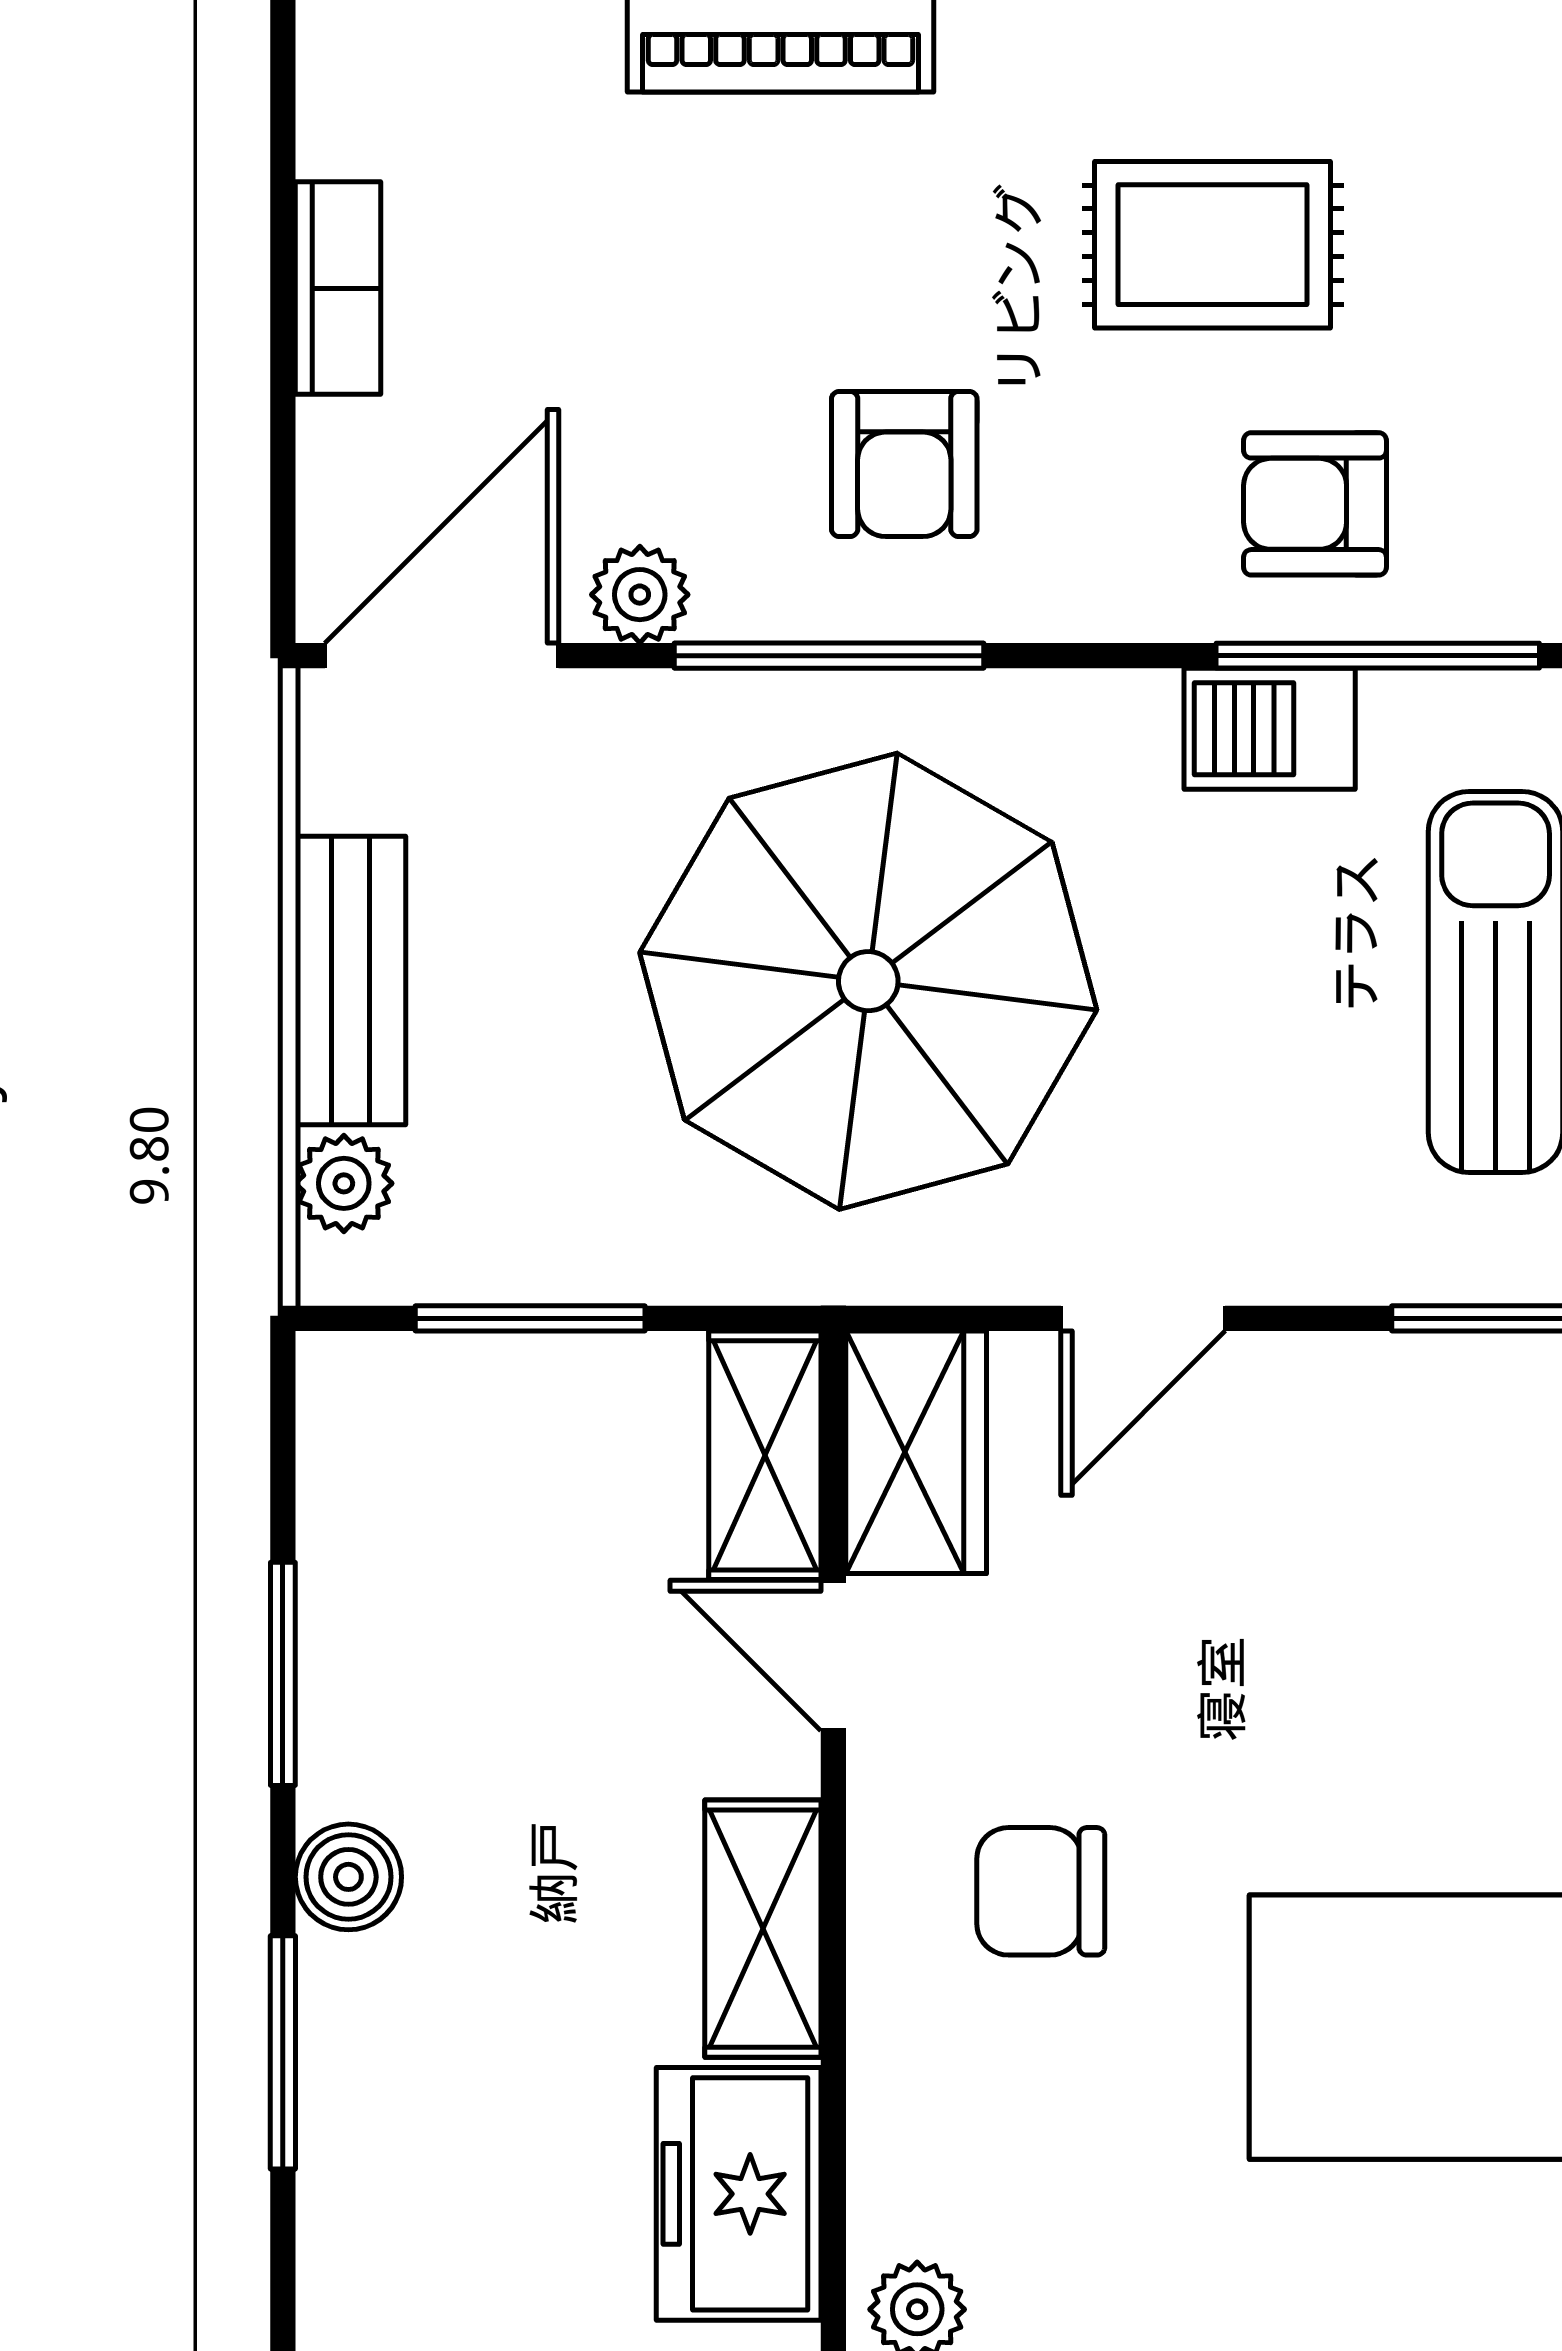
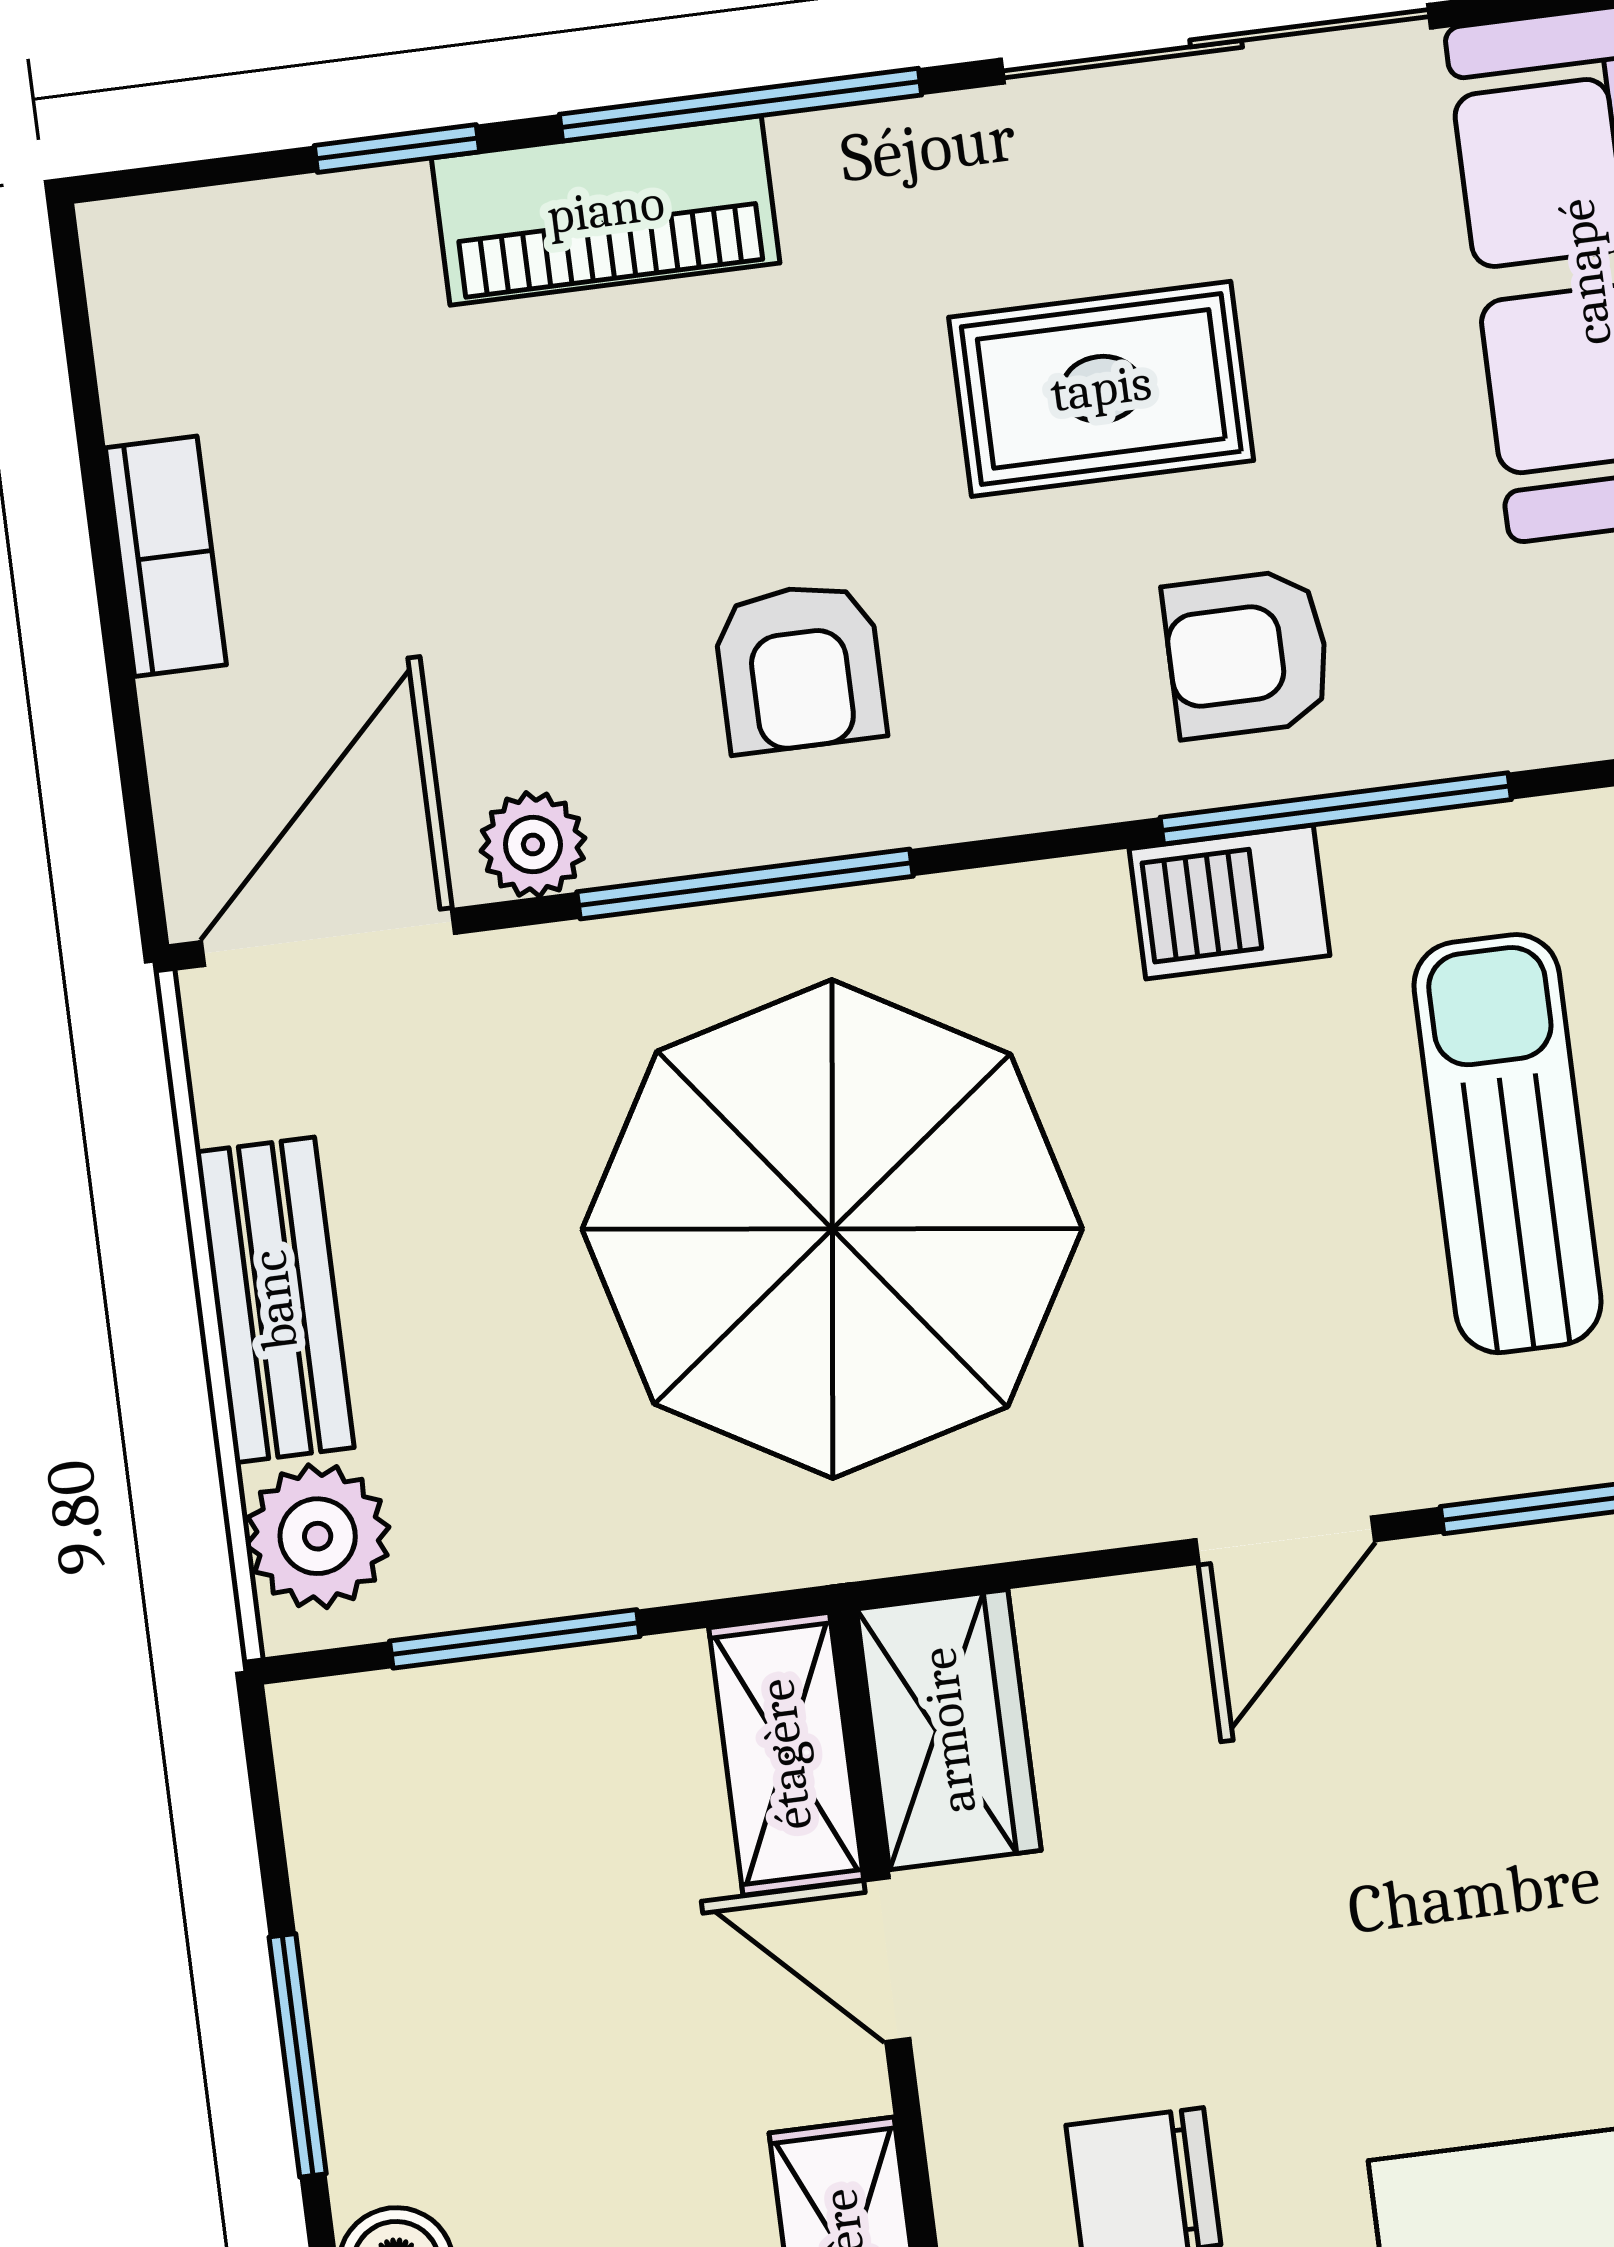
plant: (344, 1183) -> (318, 1536), width x1.38, depth x1.38
door: (1143, 1318) -> (1285, 1540), moved

